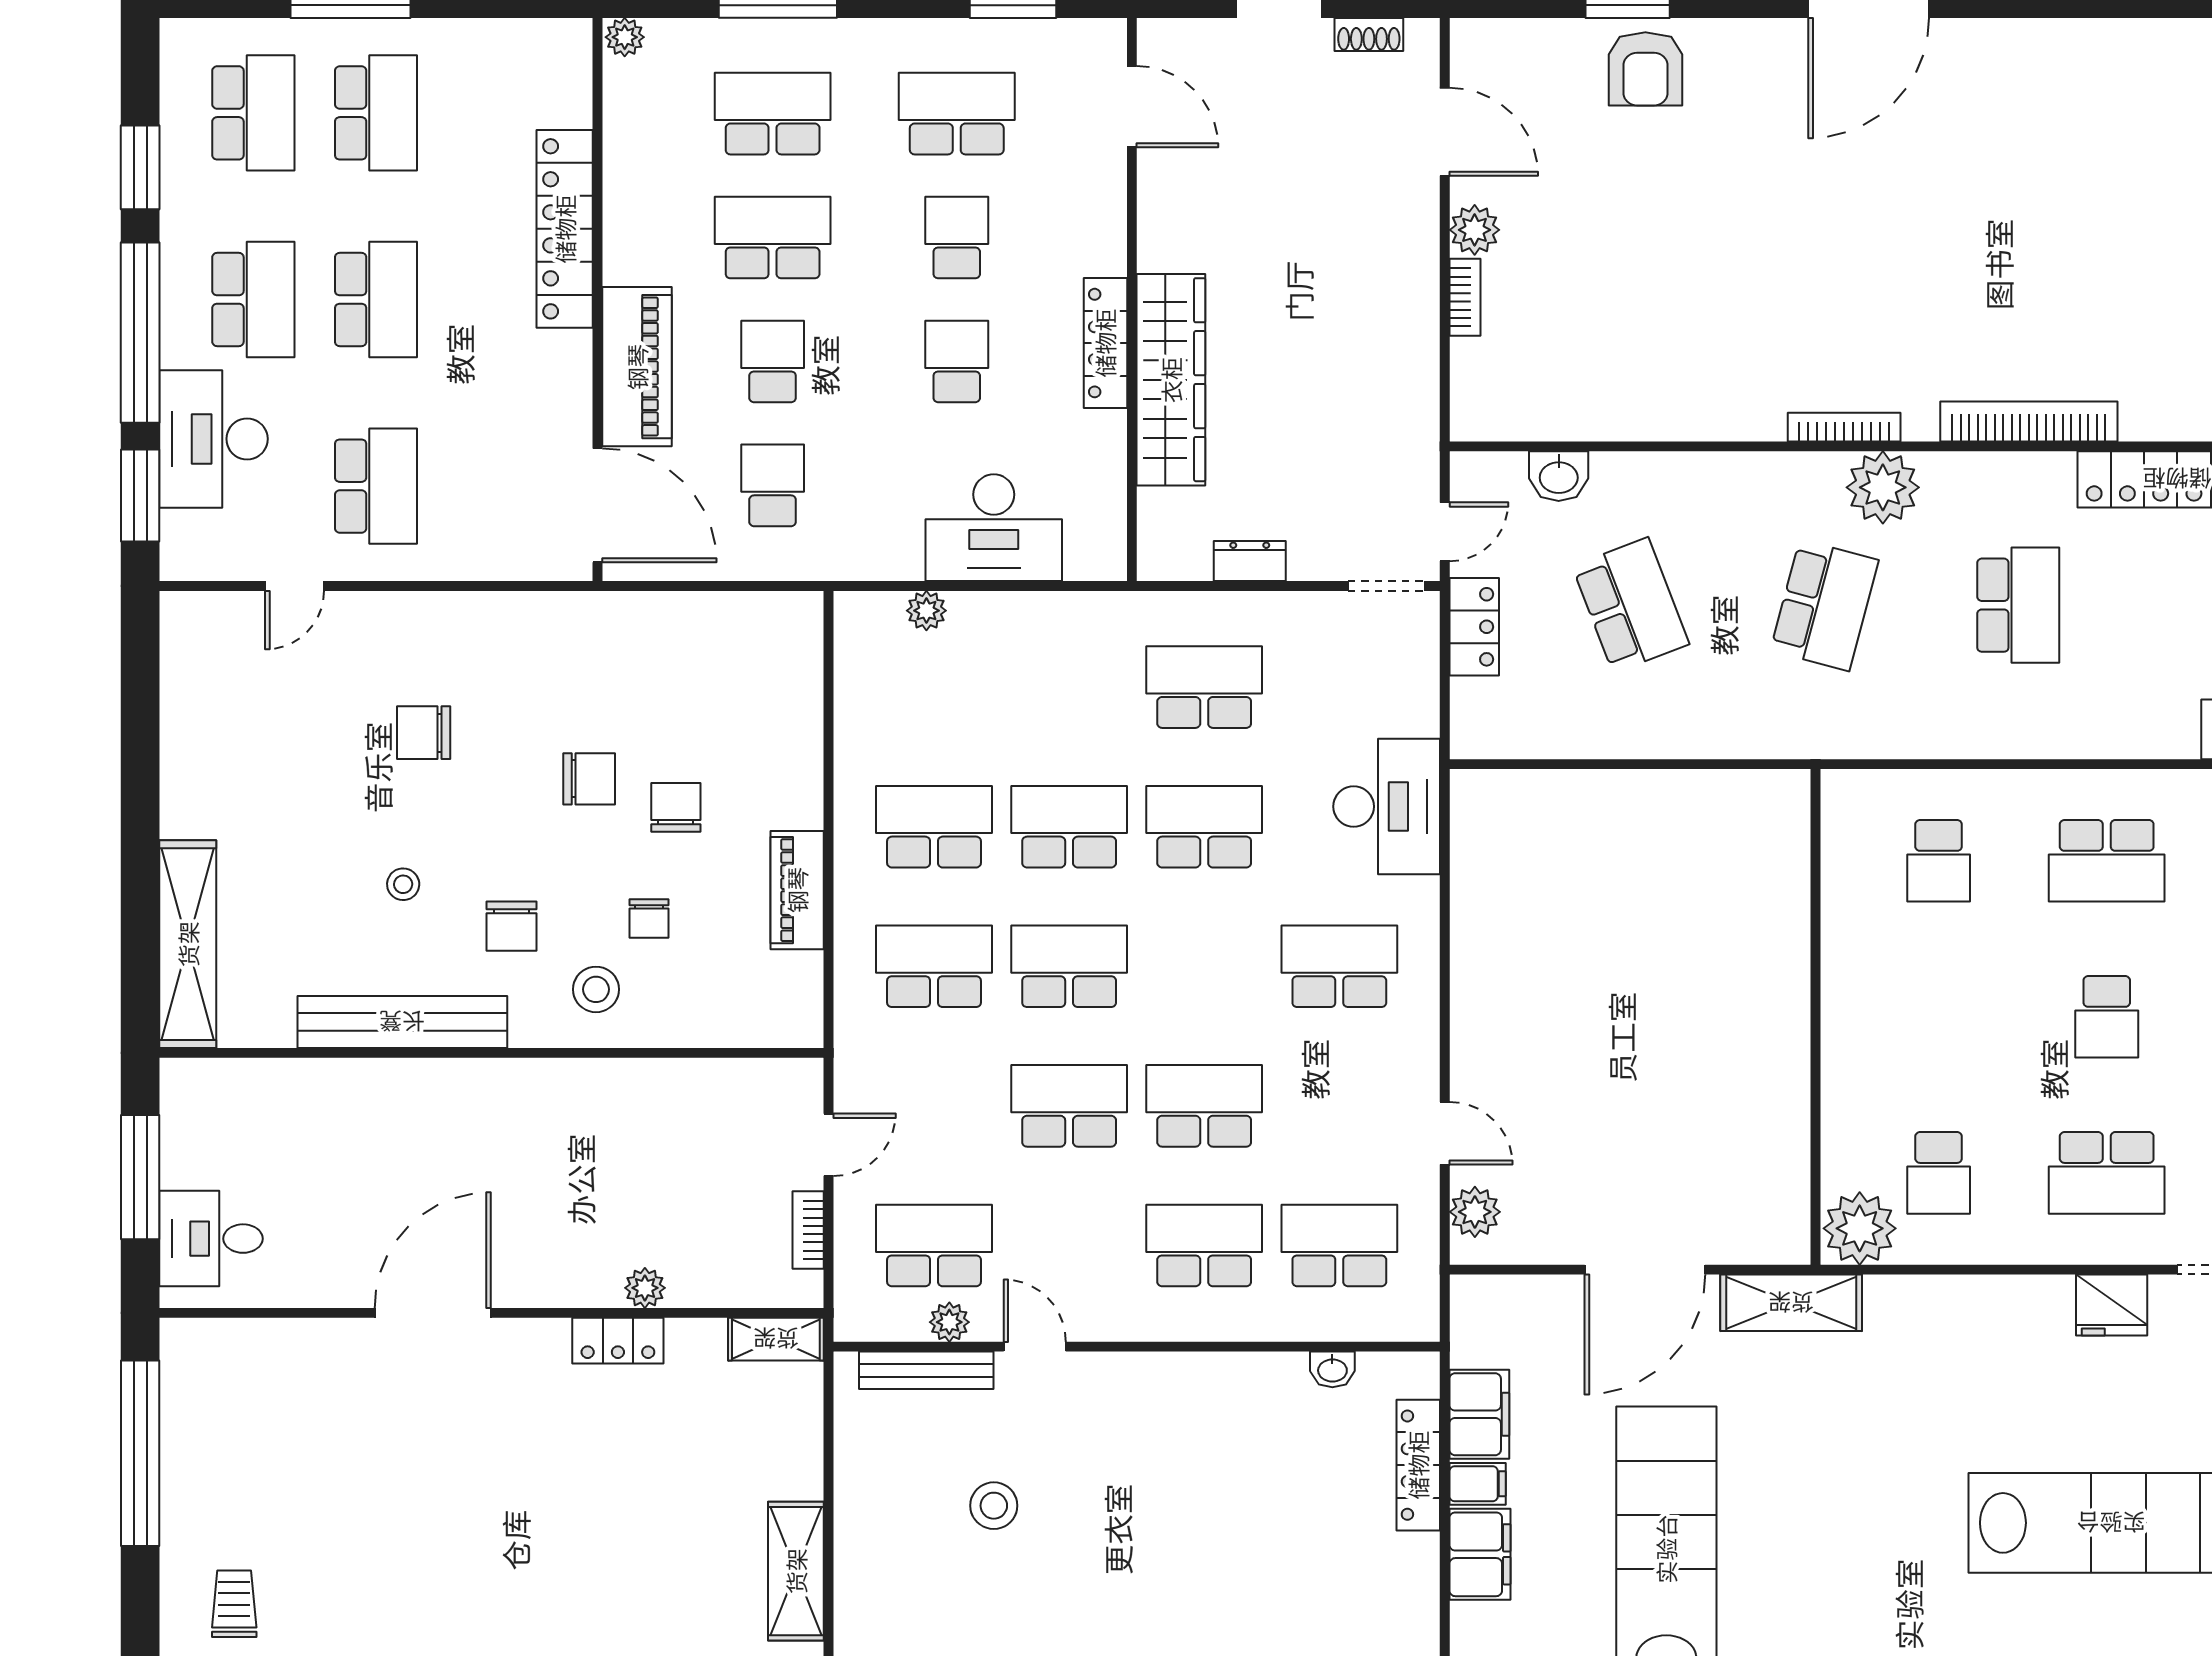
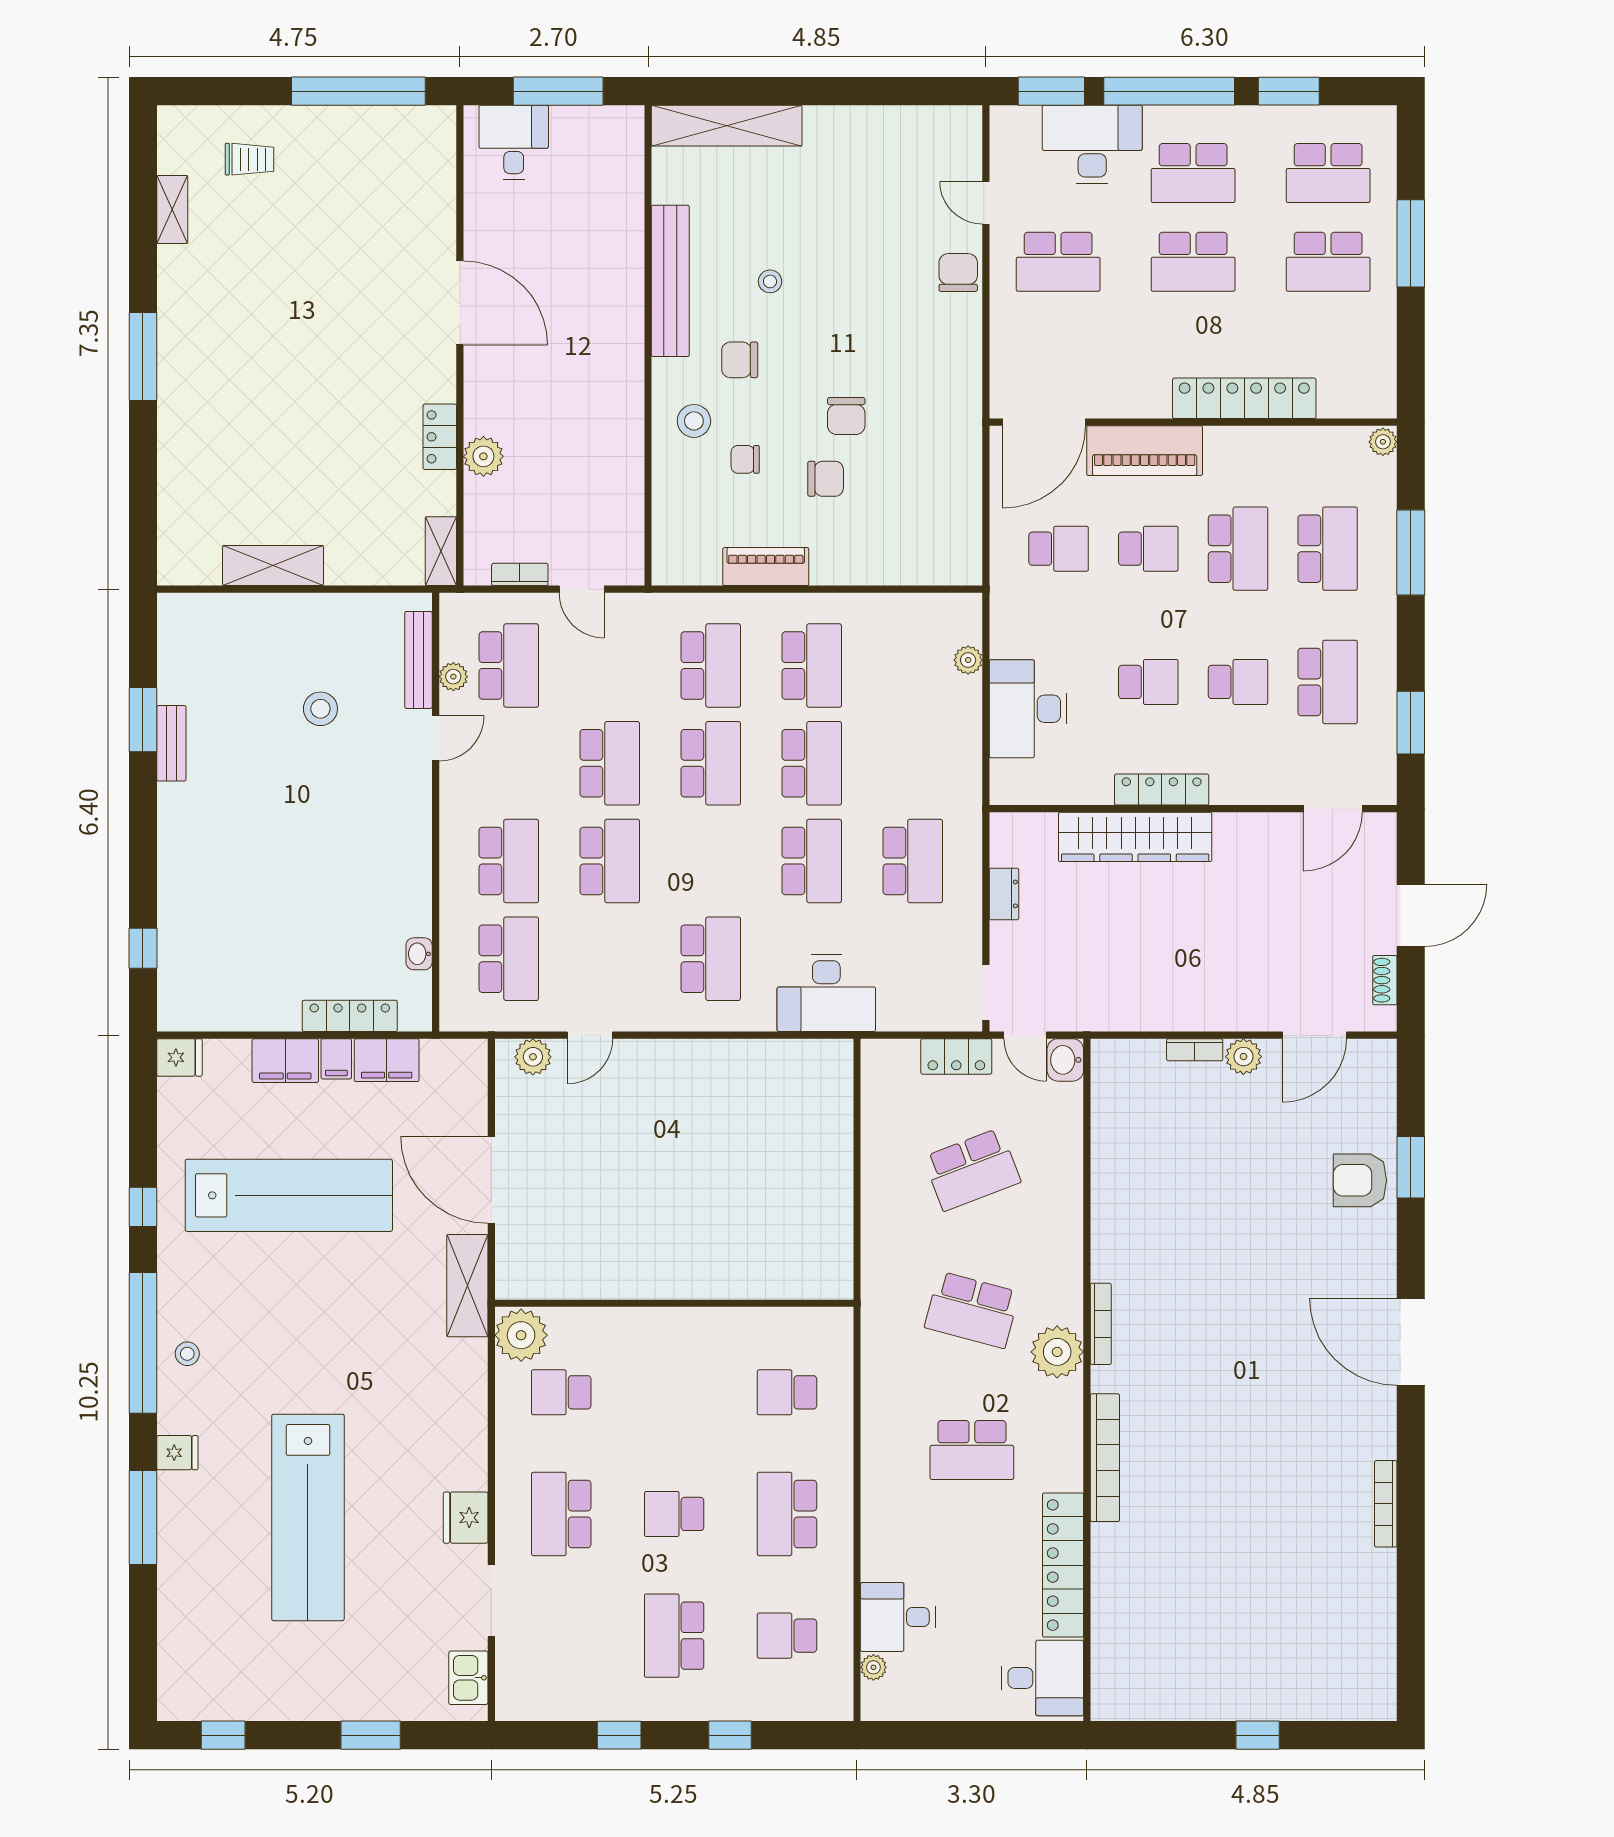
bookcase: (2093, 33) -> (1386, 1504), added
washbasin: (1559, 476) -> (1065, 1060), moved
chair: (424, 733) -> (958, 273), moved
plant: (645, 1288) -> (483, 456), width x1.38, depth x1.38

